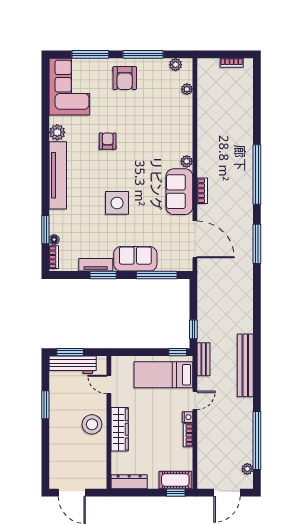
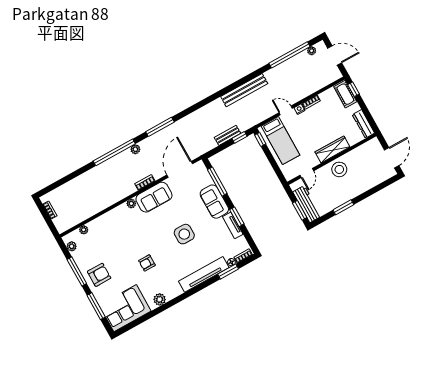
tv unit: (58, 175) -> (204, 274), moved
plant: (247, 201) -> (135, 149), added
bench: (204, 359) -> (227, 135), moved

